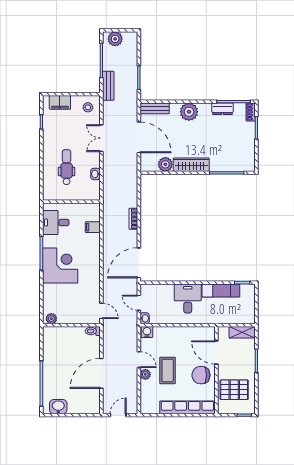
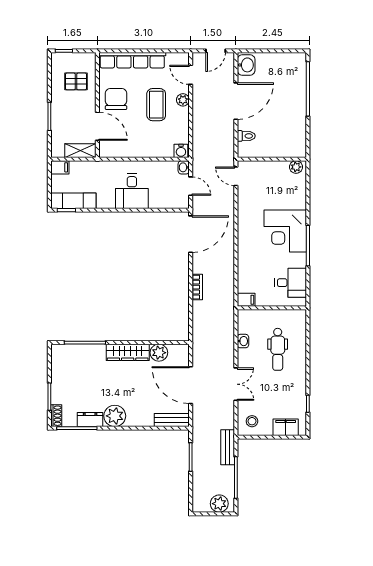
plant: (189, 112) -> (115, 416), moved
filing cabinet: (93, 227) -> (246, 300), moved
exam couch: (221, 291) -> (73, 201), moved
filing cabinet: (248, 318) -> (60, 167), added
toilet: (93, 331) -> (246, 136), moved
shelving: (242, 332) -> (80, 151), moved
door: (139, 360) -> (191, 75), moved
chair: (201, 375) -> (116, 99), turned -90
pallet: (234, 390) -> (76, 81), width x0.67, depth x0.71
washbasin: (58, 407) -> (246, 65), moved, turned -90

